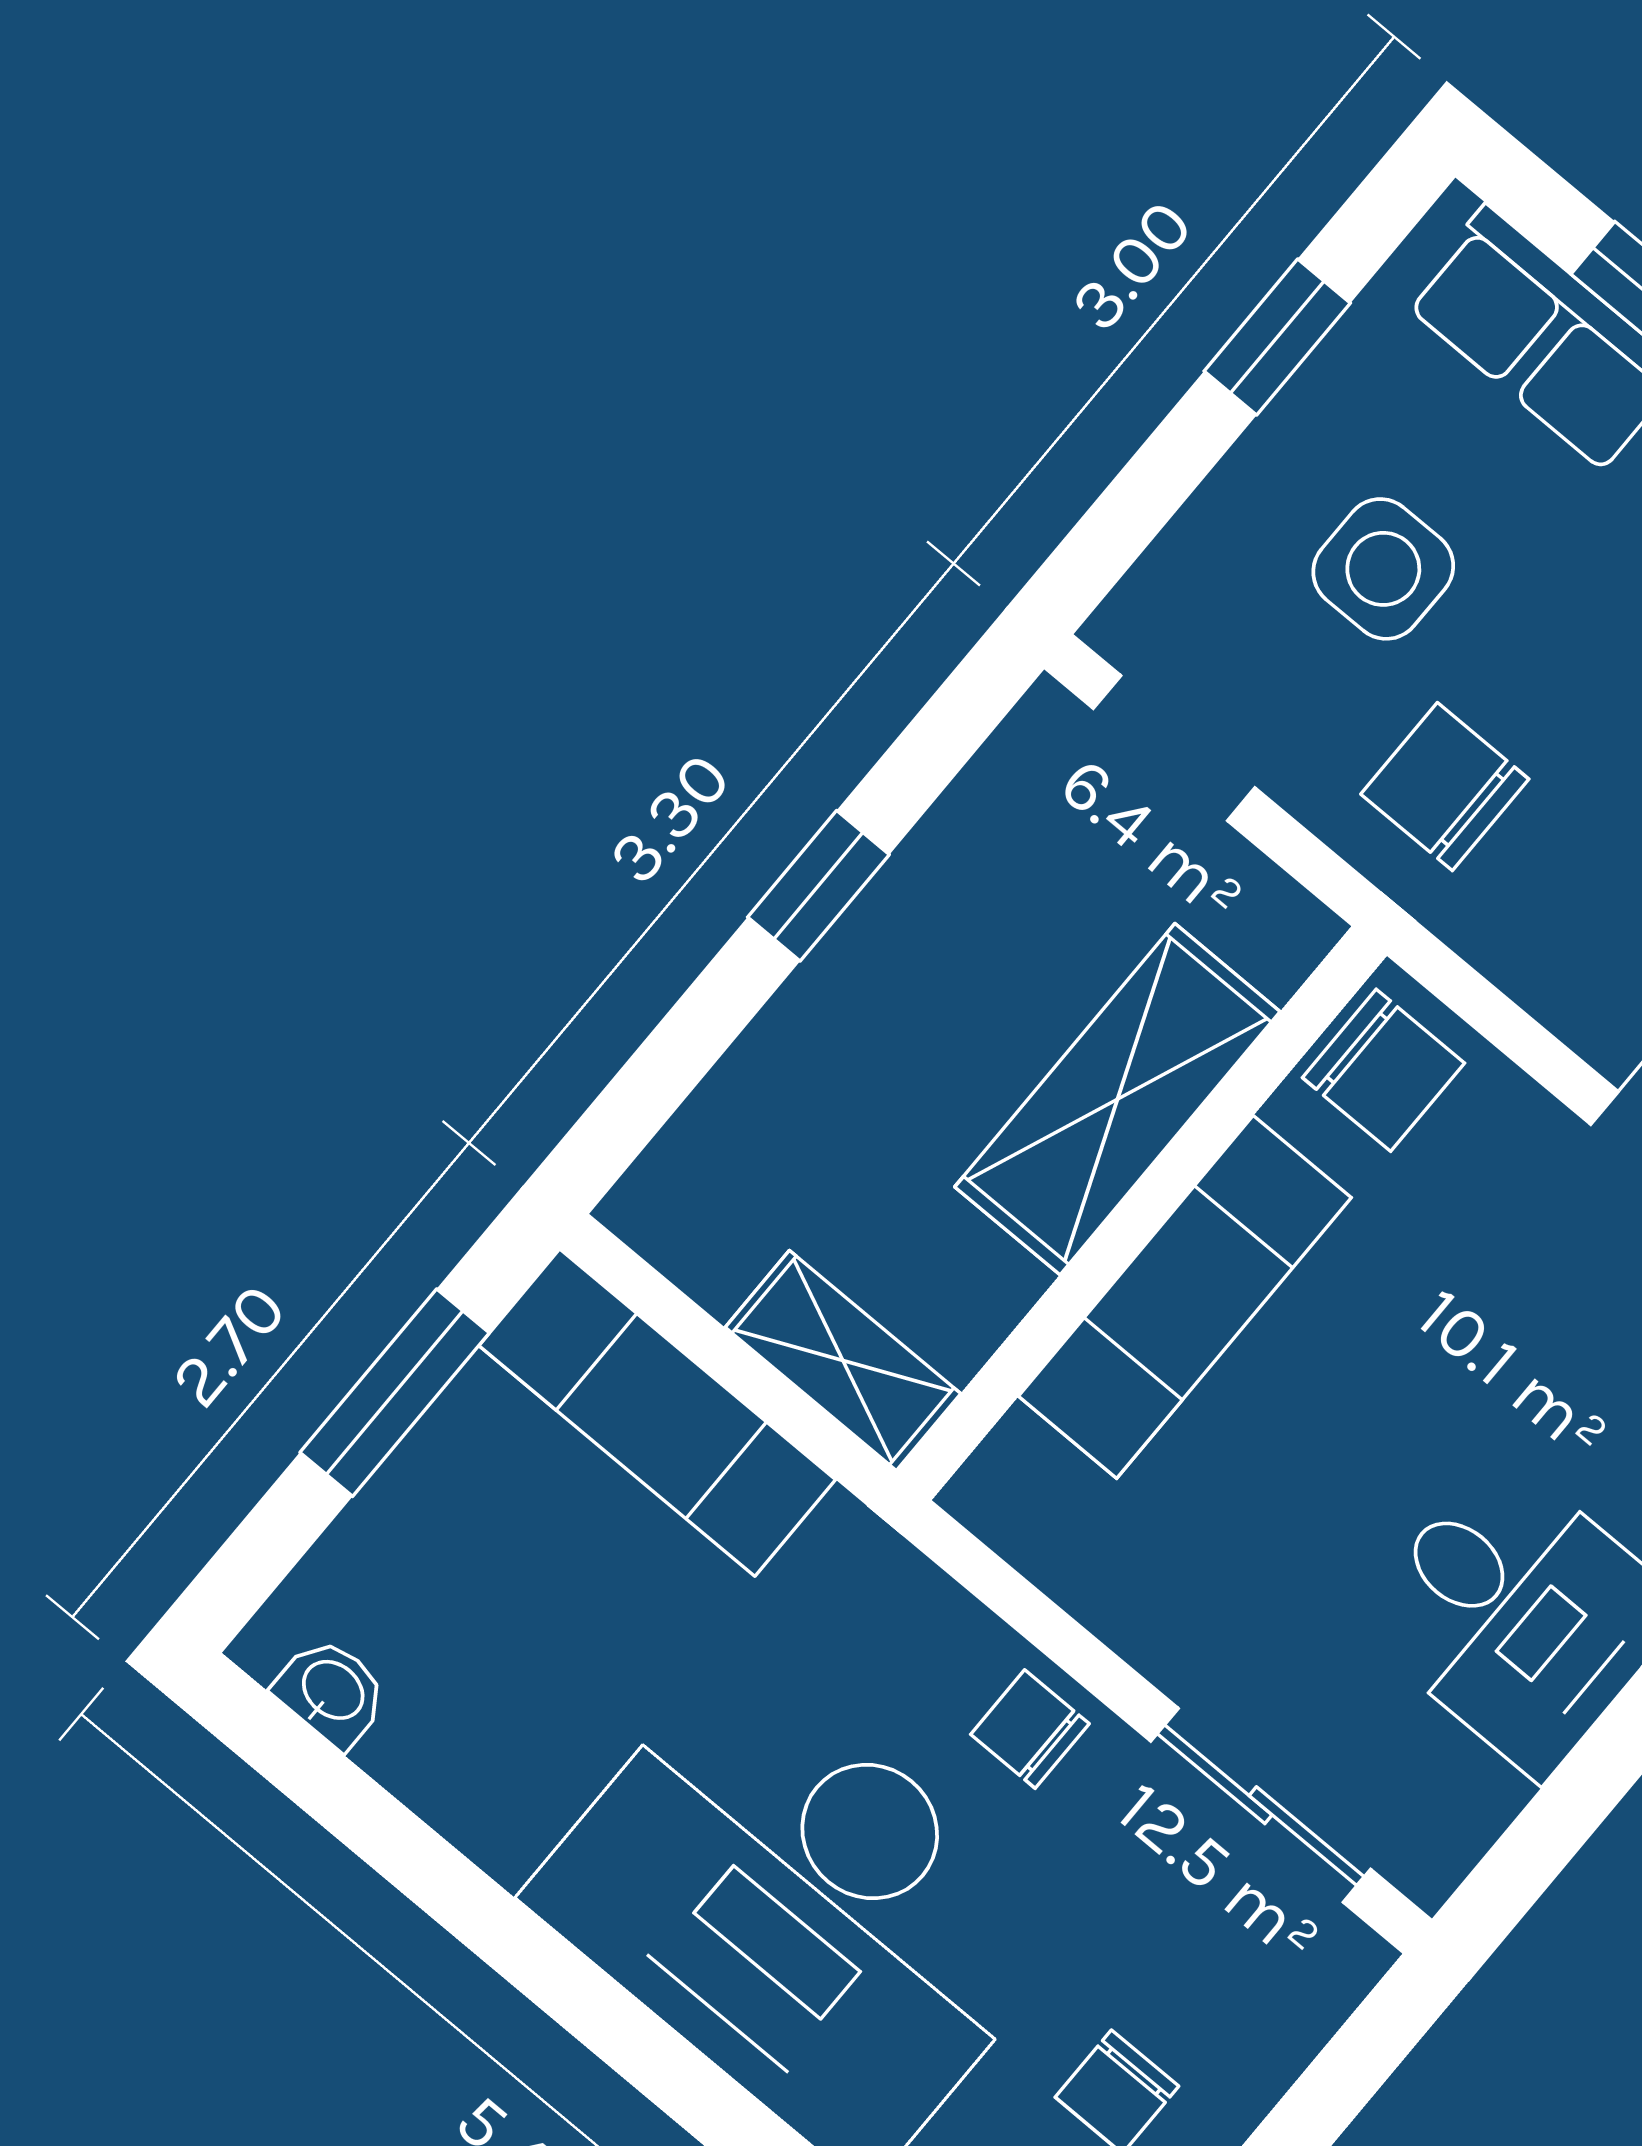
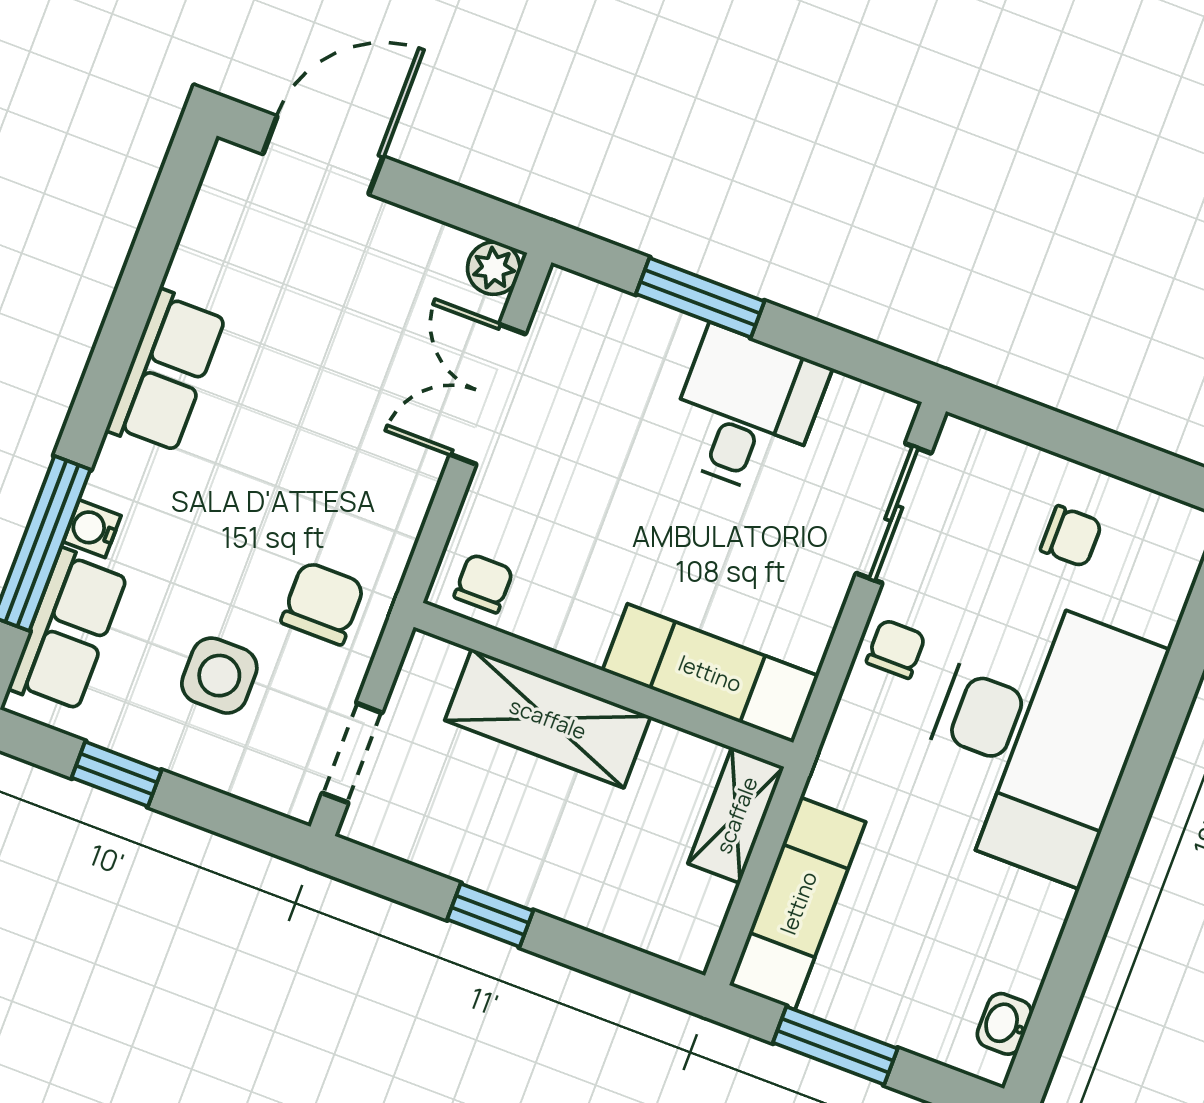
chair: (1445, 787) -> (323, 603), turned 180
chair: (1383, 1070) -> (484, 583), width x0.73, depth x0.73
exam couch: (1185, 1297) -> (710, 673), moved
chair: (1030, 1729) -> (896, 649), turned 180

